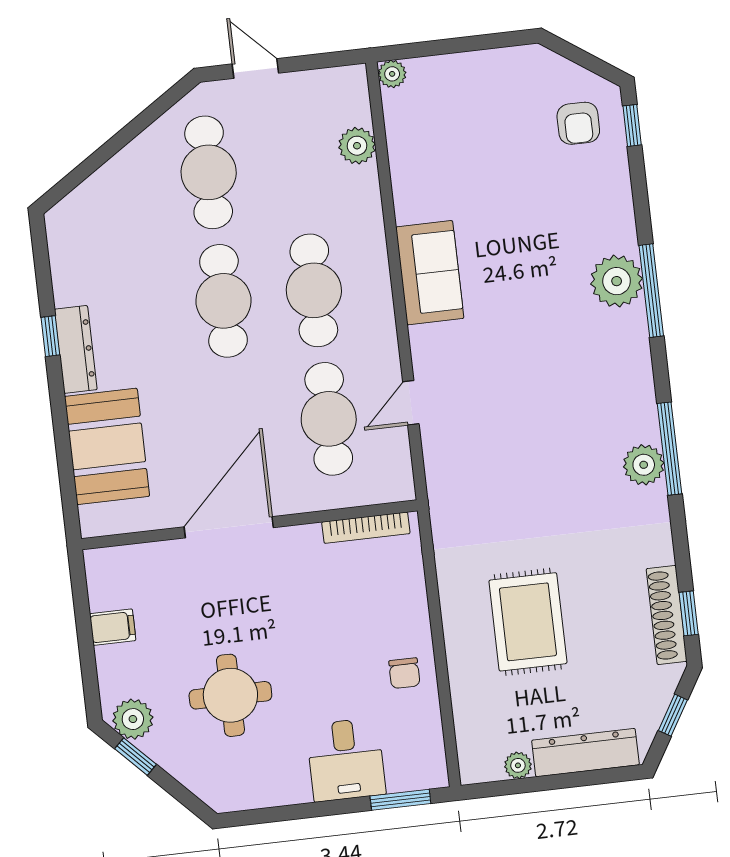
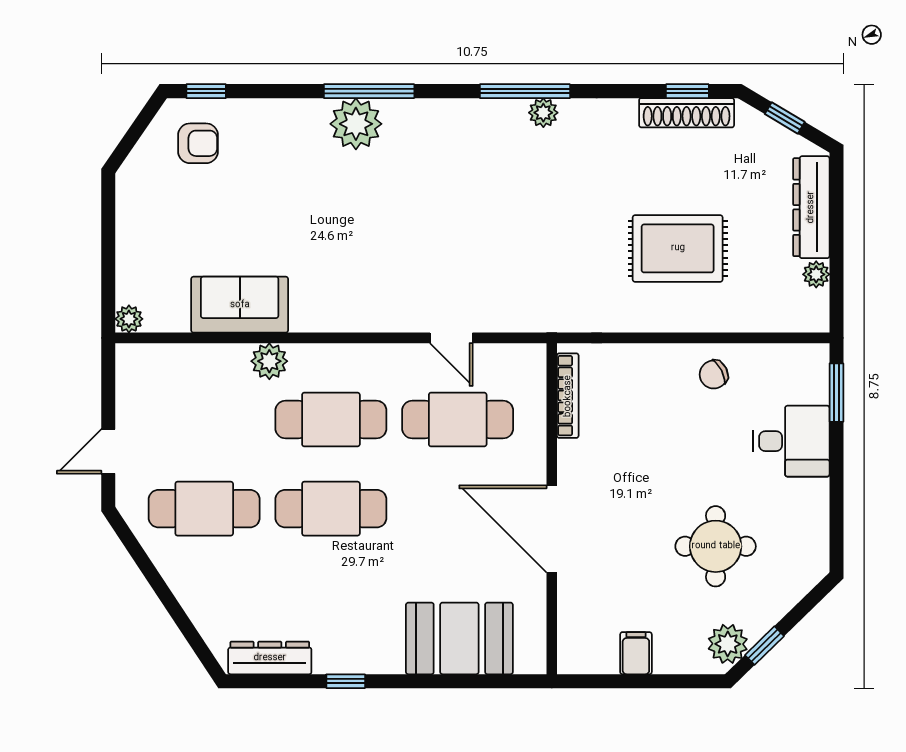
plant: (357, 146) -> (269, 361), moved
sofa: (430, 273) -> (240, 305), moved
dresser: (76, 349) -> (270, 658), moved
plant: (644, 465) -> (543, 113), width x0.73, depth x0.73
chair: (404, 673) -> (714, 374), turned 153

